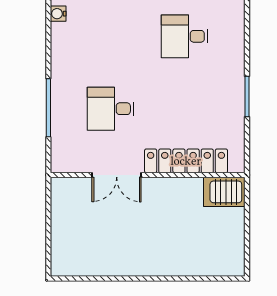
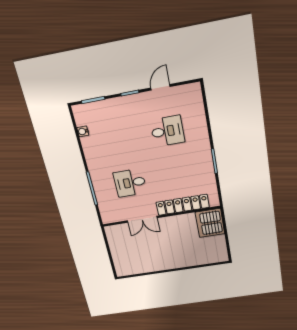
desk: (185, 36) -> (167, 131), turned 180
server rack: (224, 192) -> (210, 223), width x1.60

